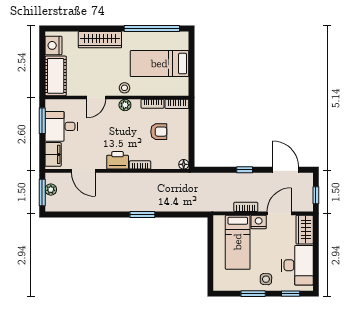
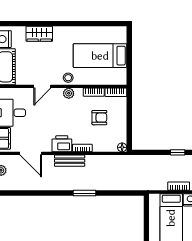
window: (152, 28) -> (93, 24), removed
wardrobe: (100, 40) -> (39, 34), width x0.67
bench: (126, 179) -> (70, 161), added

